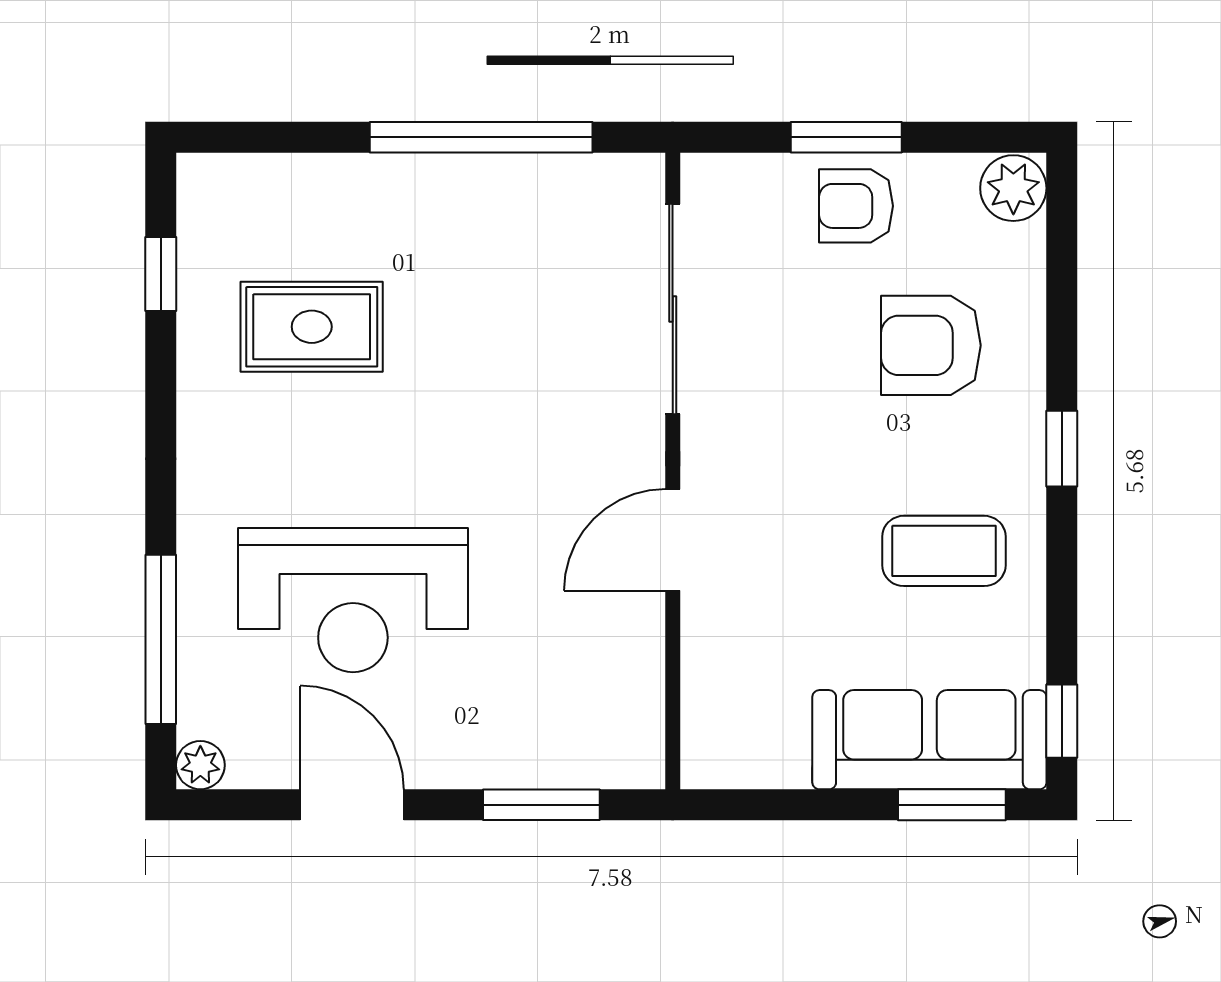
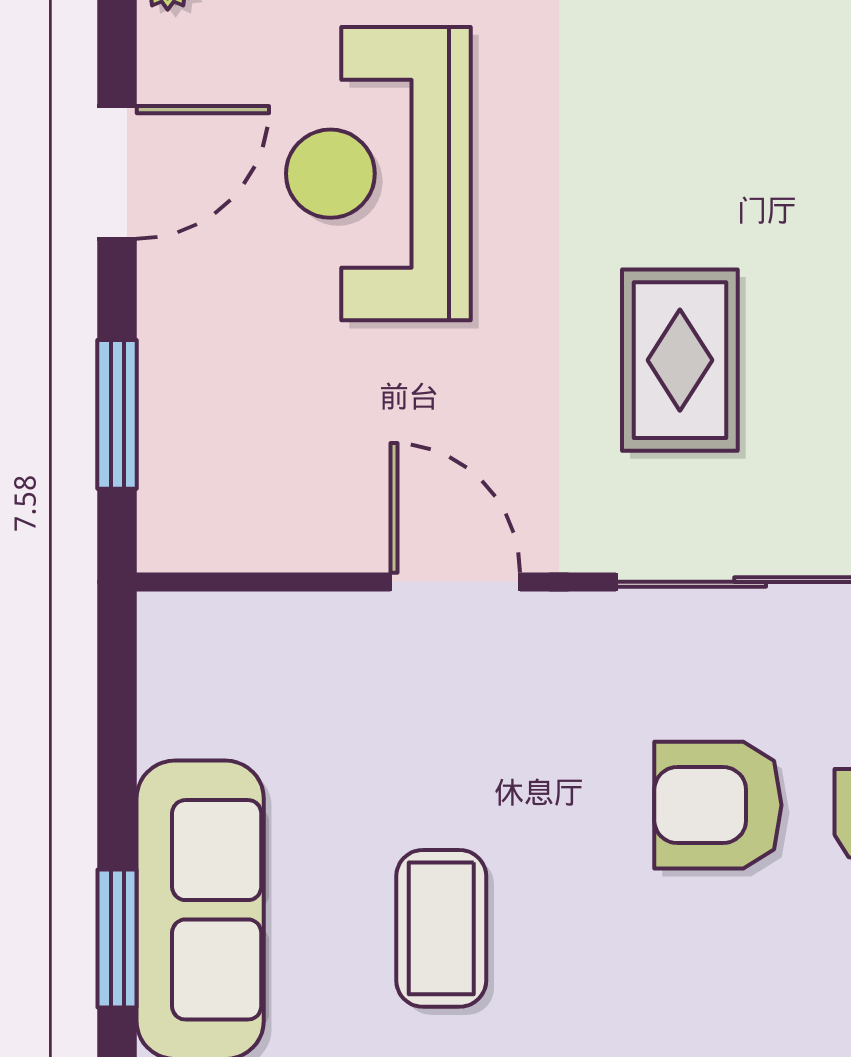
rug: (312, 327) -> (680, 360), moved
armchair: (931, 345) -> (718, 805), moved, turned -90

